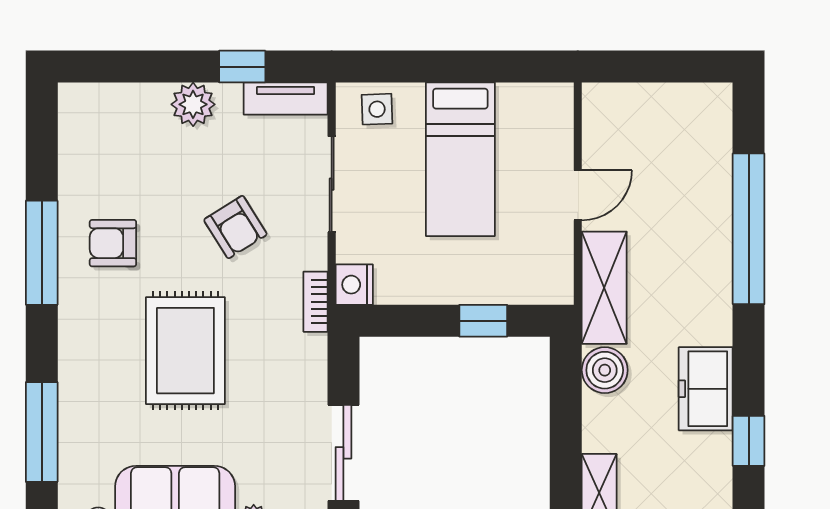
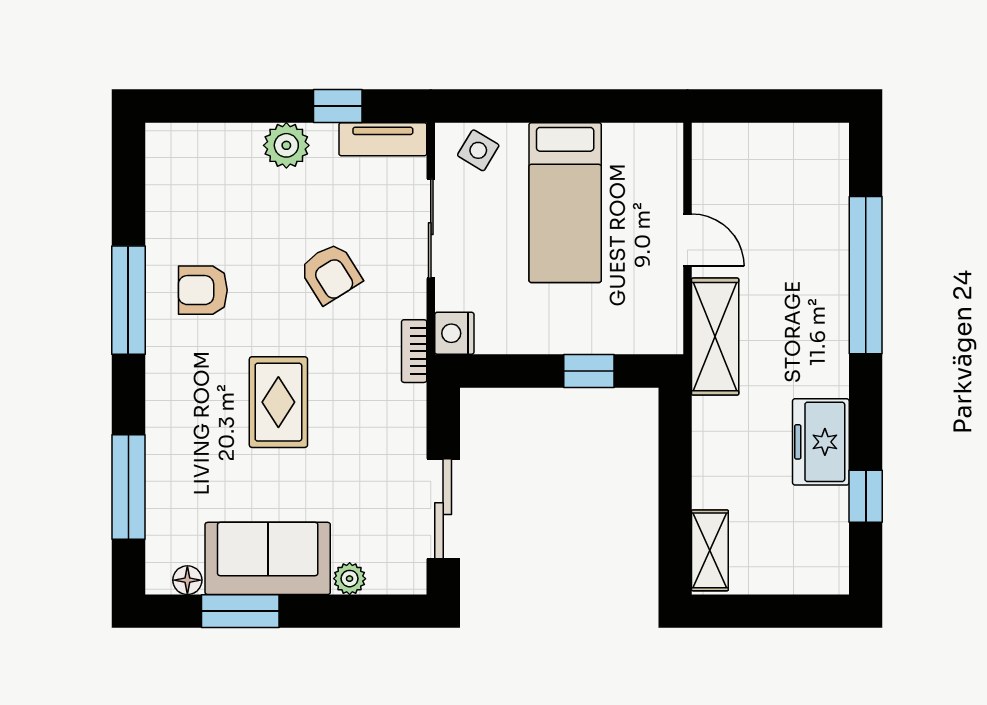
side table: (377, 109) -> (478, 150), turned 33
door: (578, 195) -> (688, 240), hinge flipped
rug: (185, 351) -> (278, 402), width x0.73, depth x0.70
boiler: (605, 370) -> (716, 422), removed

